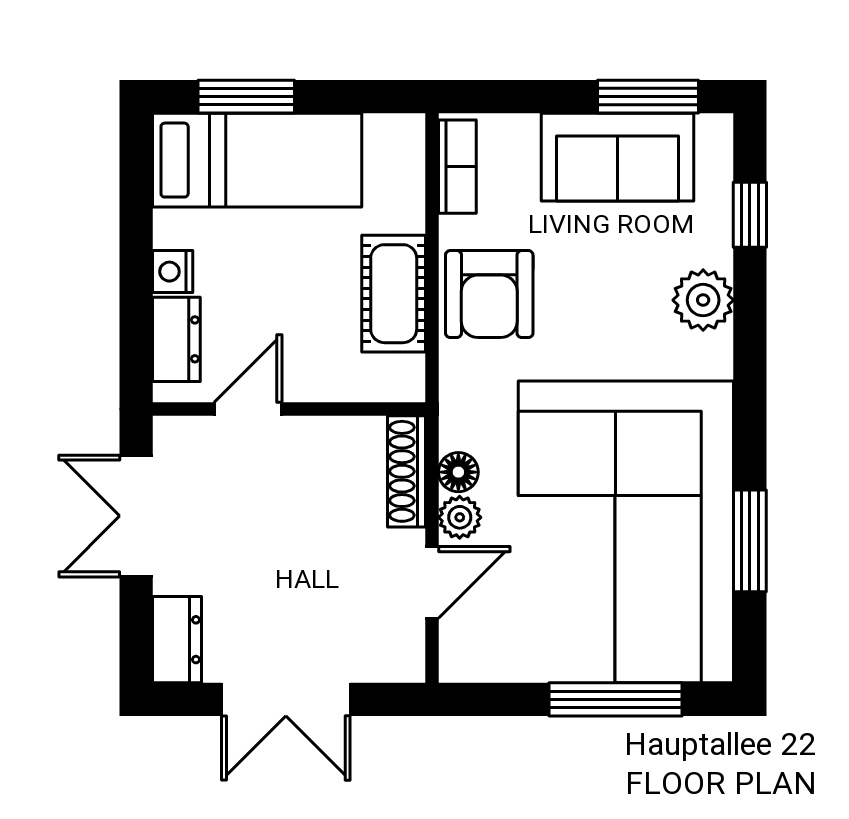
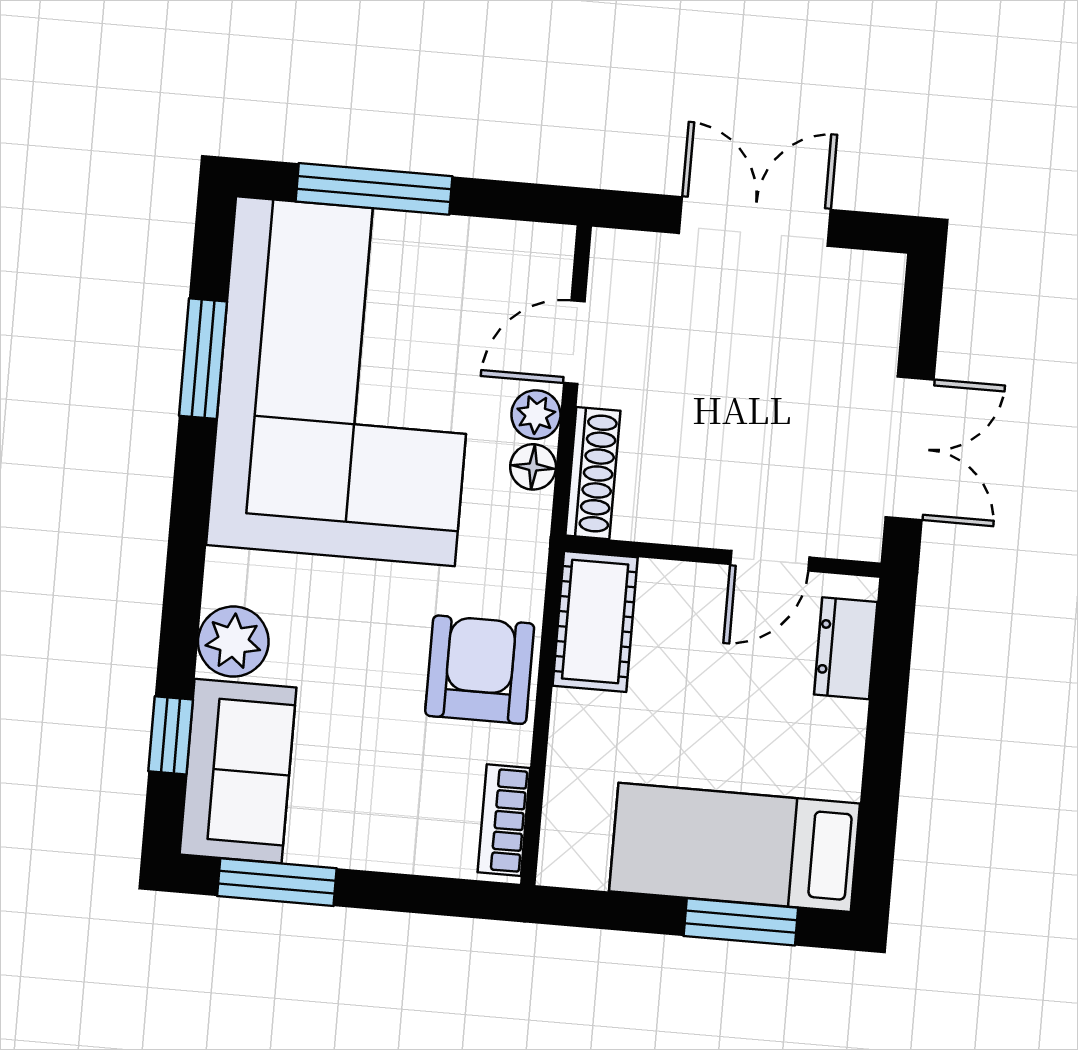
sofa: (617, 157) -> (238, 771), moved, turned 90
nightstand: (173, 272) -> (843, 727), removed
cot: (394, 294) -> (595, 622), moved
dresser: (177, 640) -> (875, 301), removed

